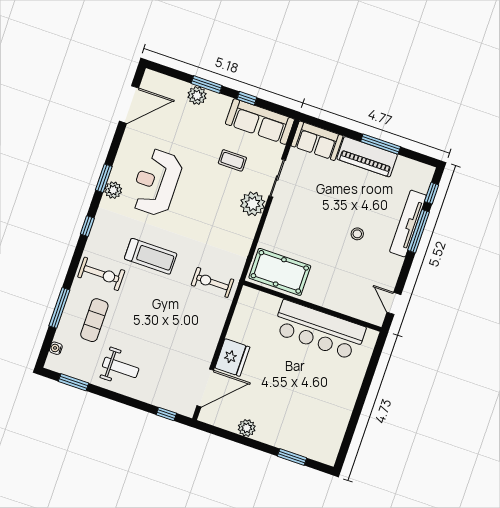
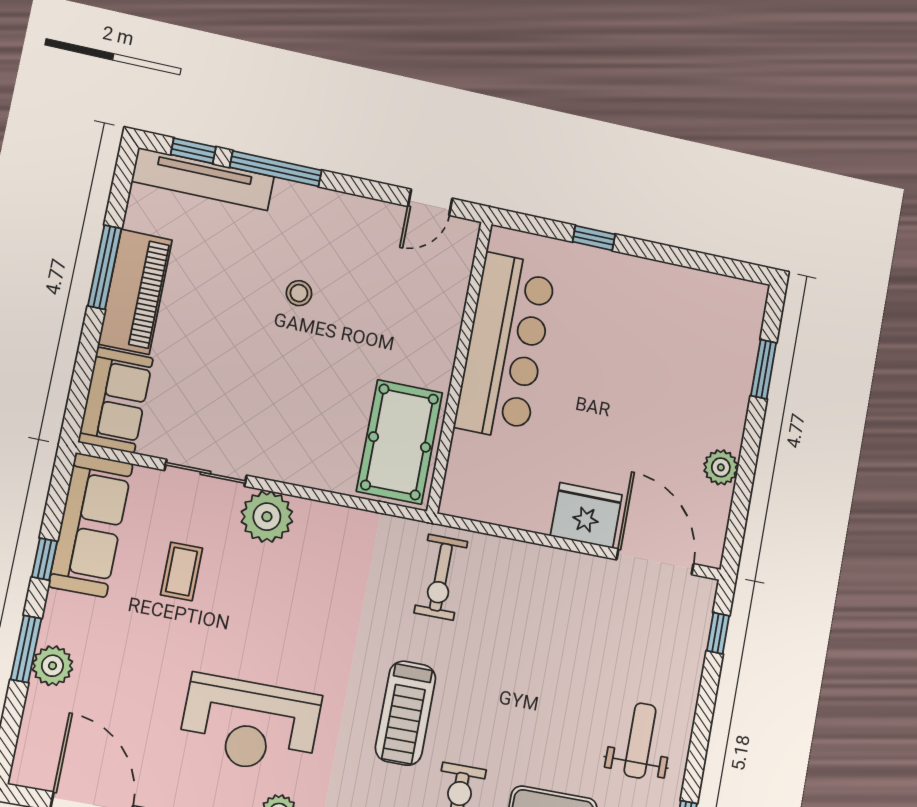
tv unit: (408, 224) -> (203, 179), moved
treadmill: (151, 256) -> (406, 713), turned 180
window: (367, 382) -> (594, 238), added

